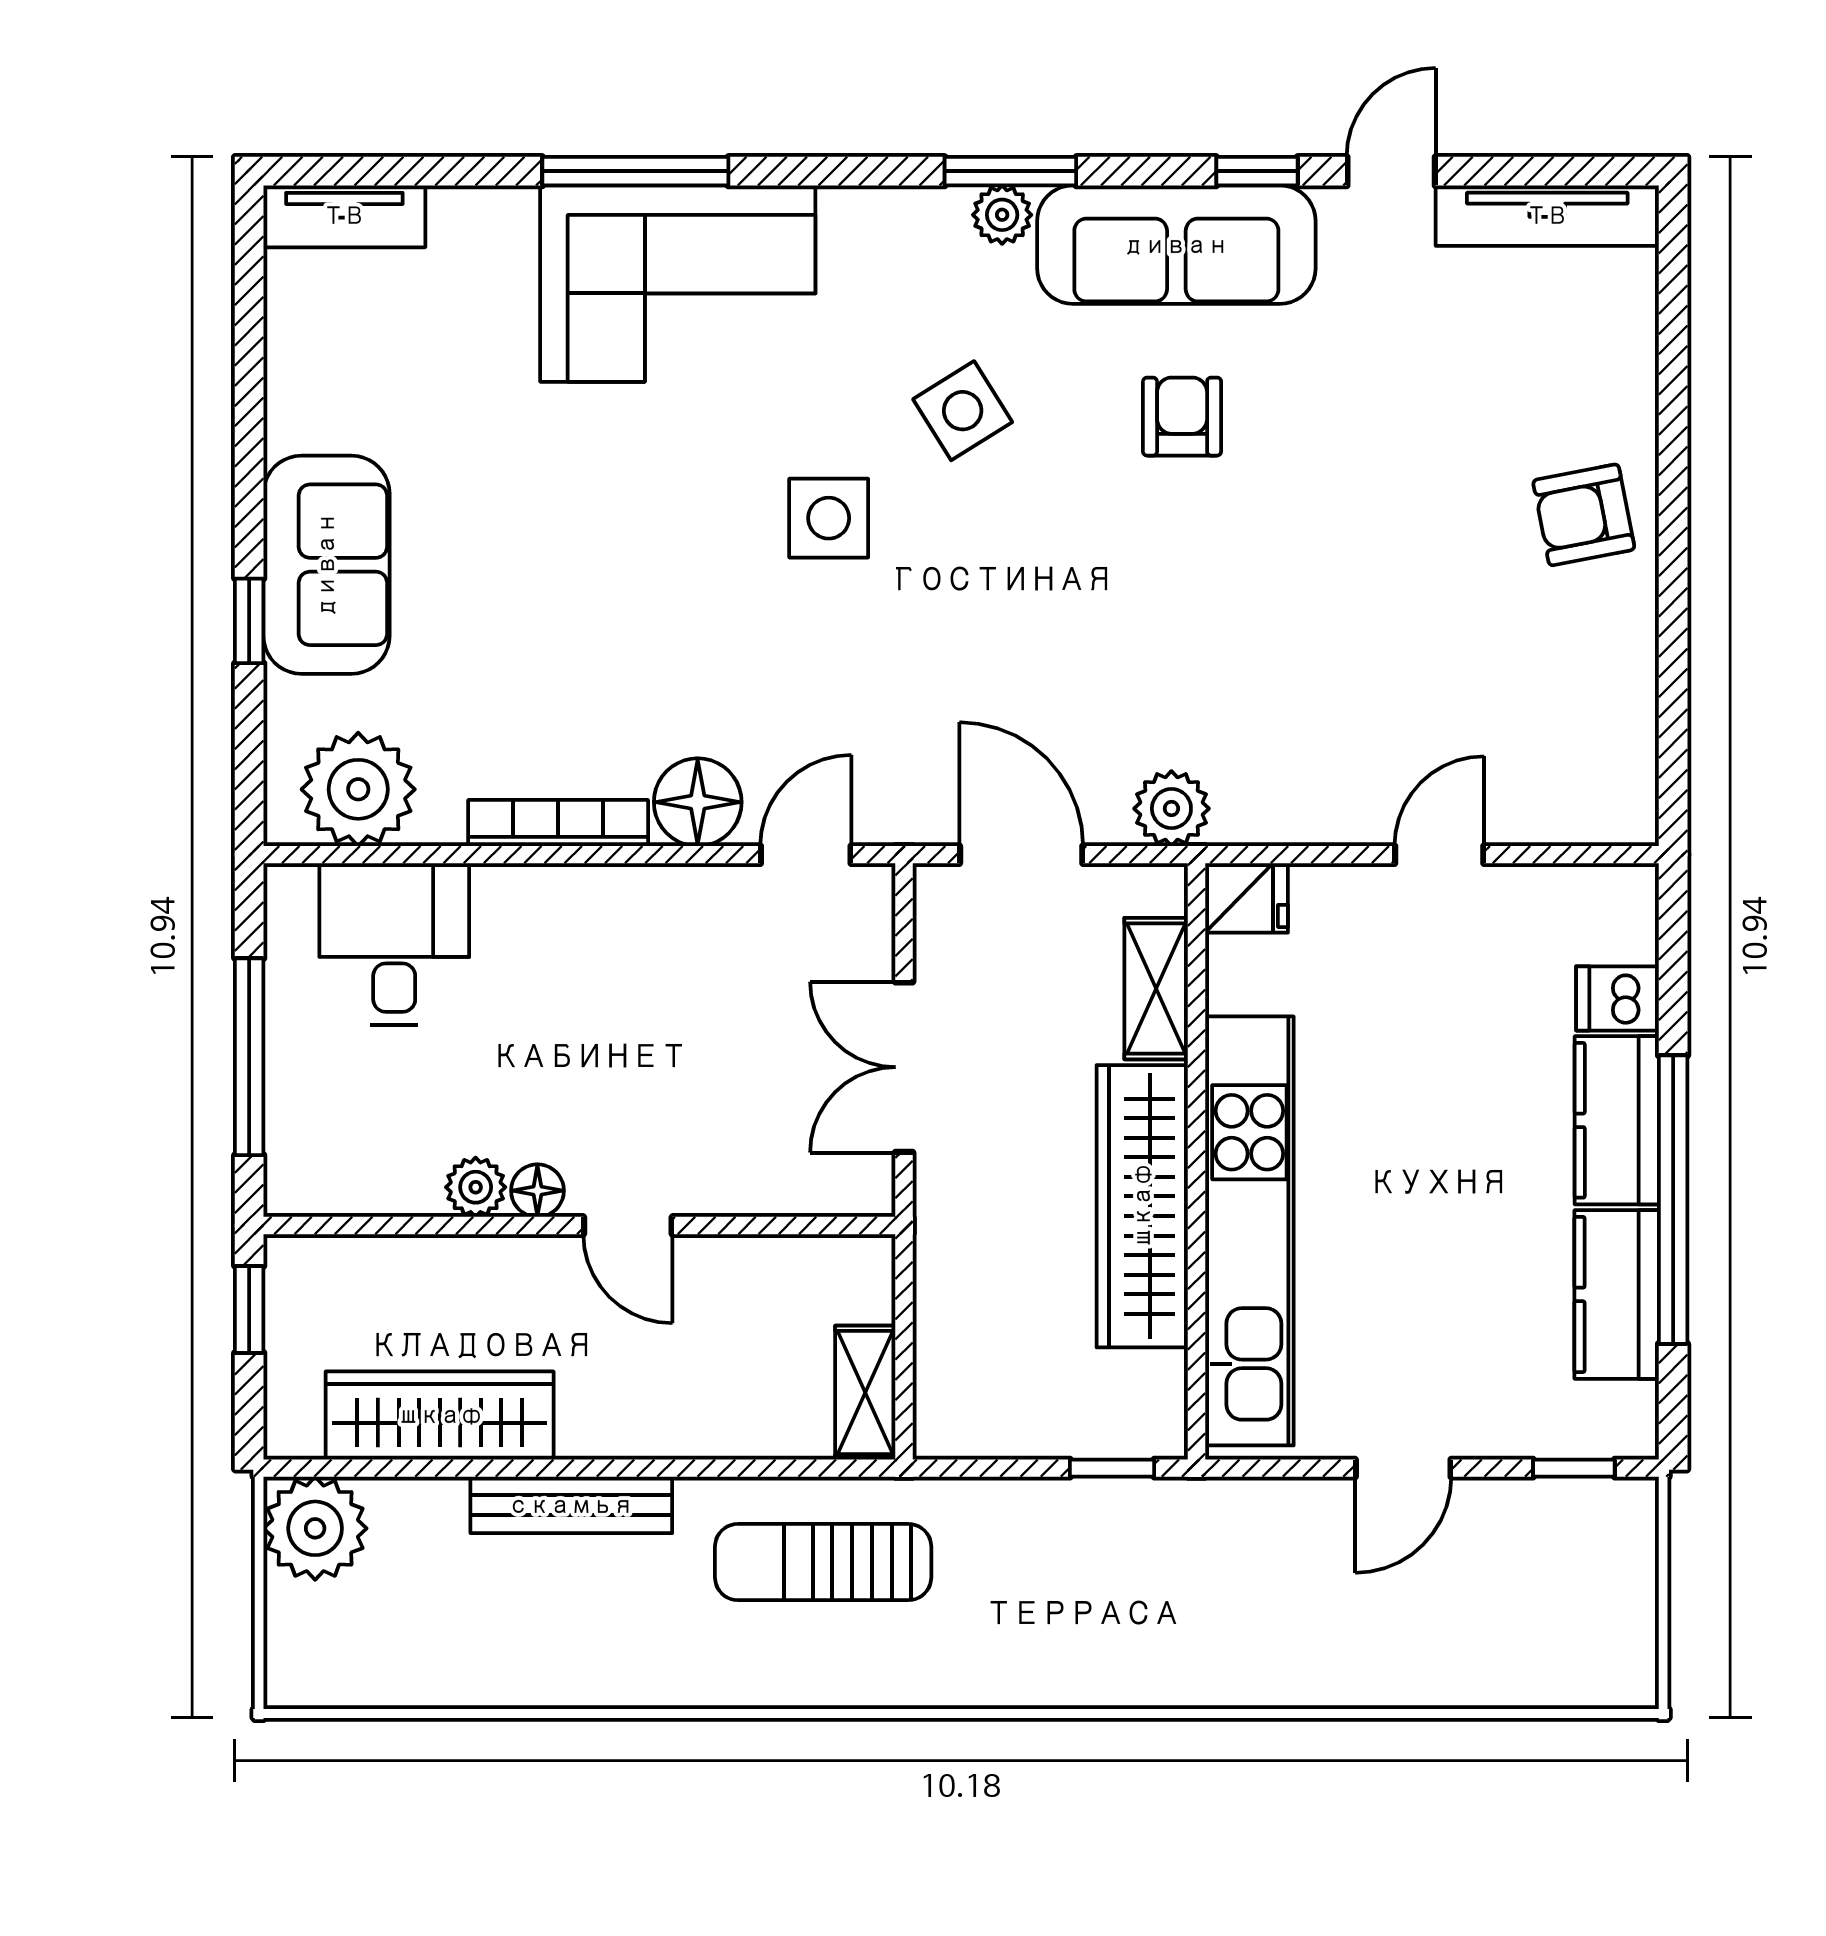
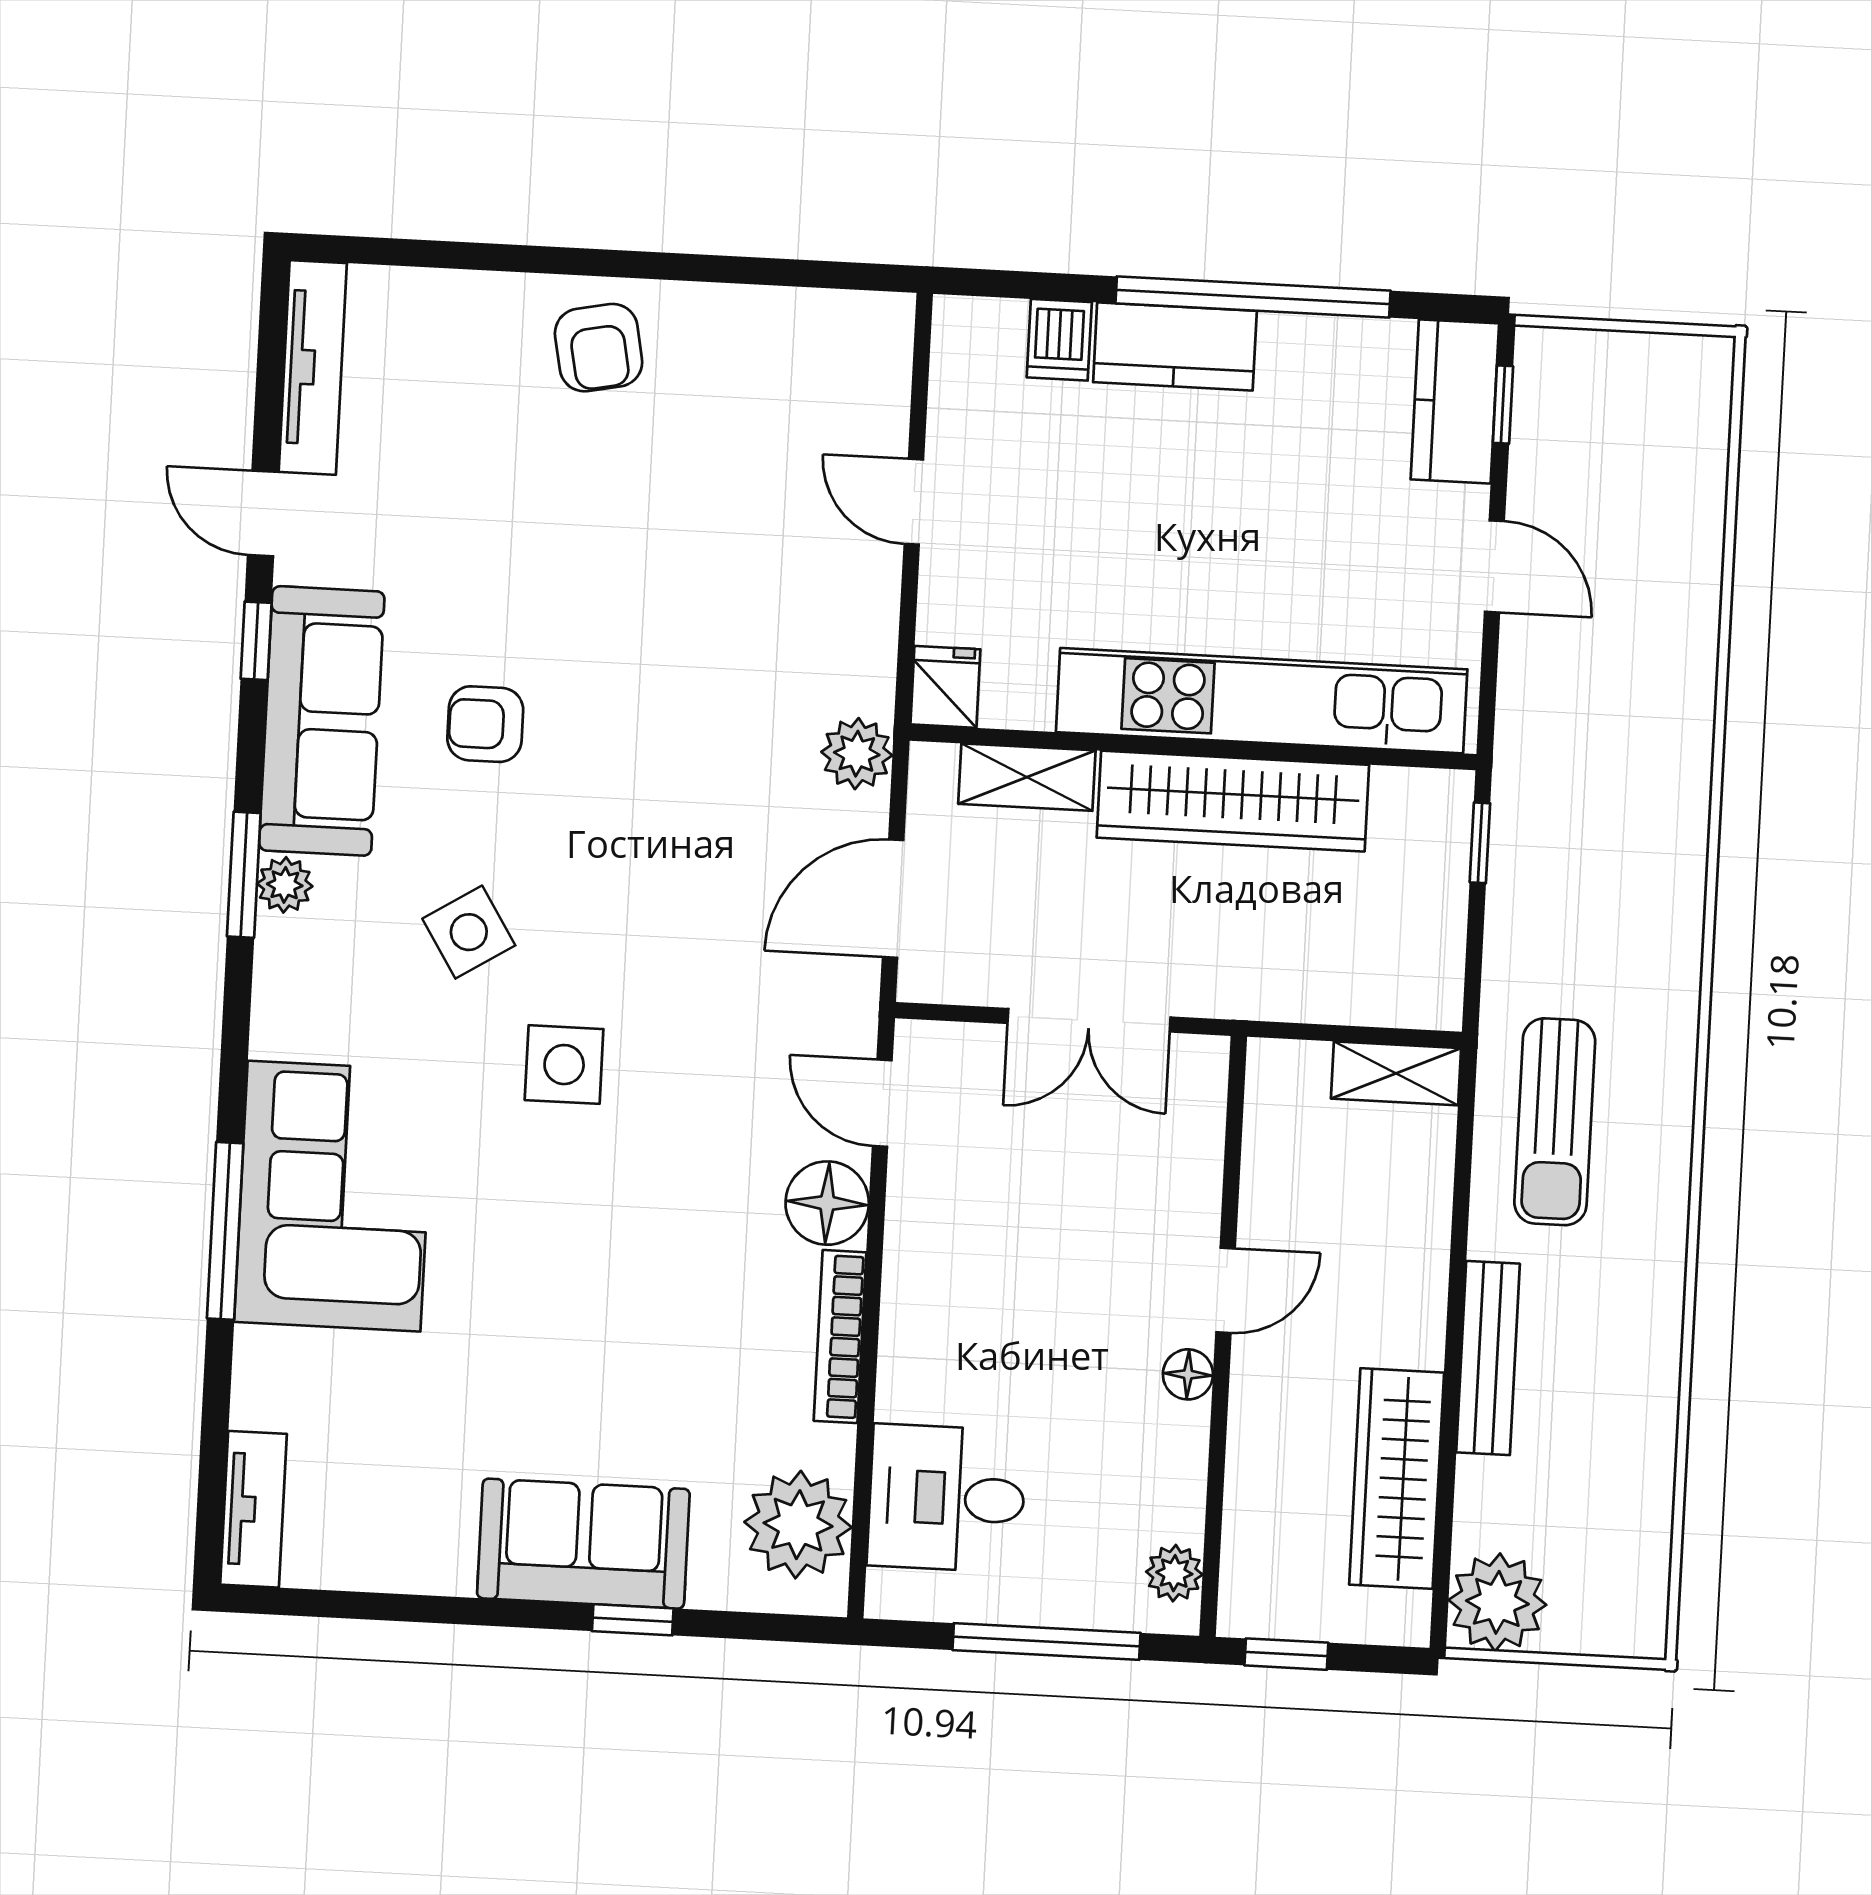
plant: (476, 1187) -> (1174, 1573), moved
kitchen counter: (1617, 1294) -> (1455, 401), moved, turned 90

